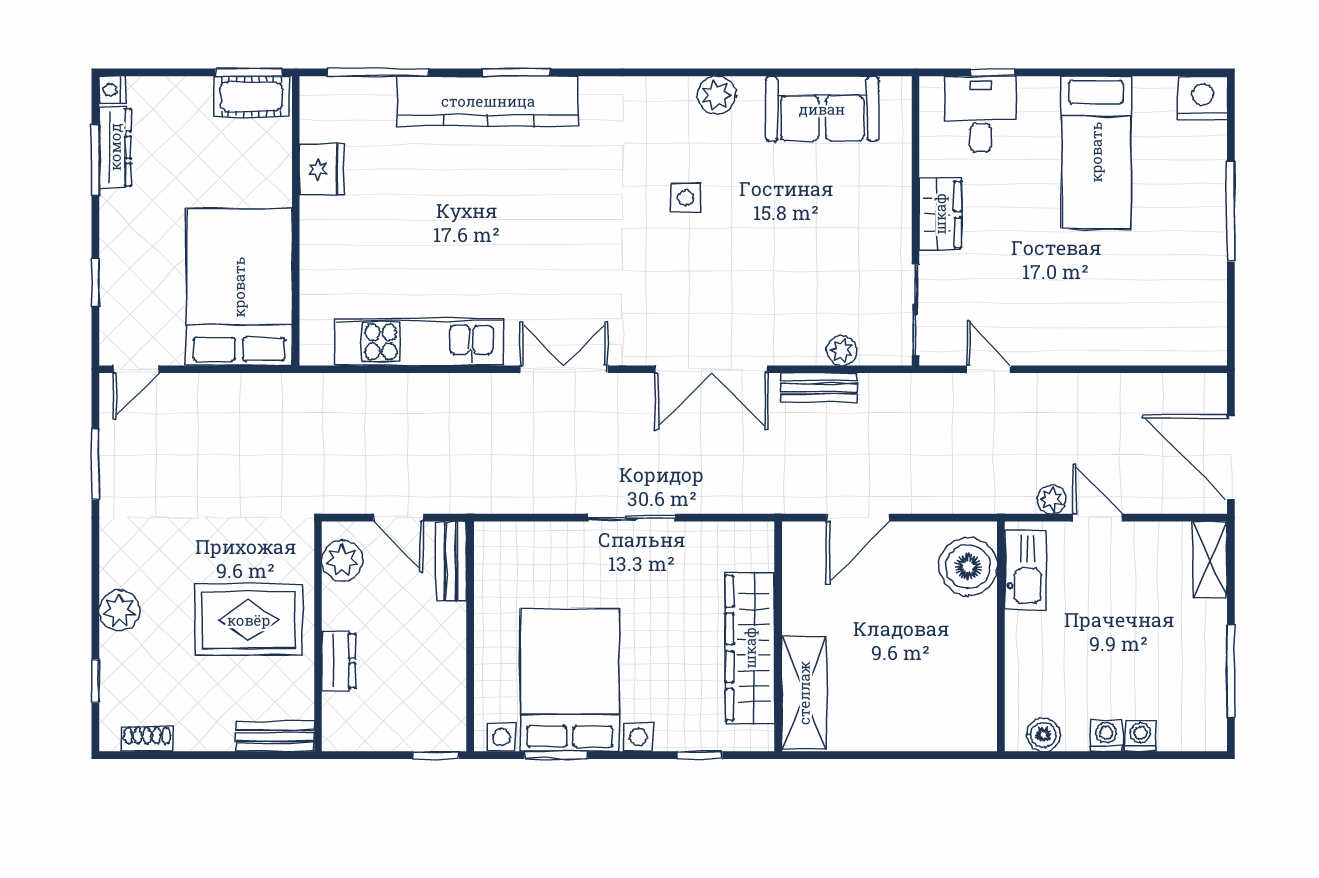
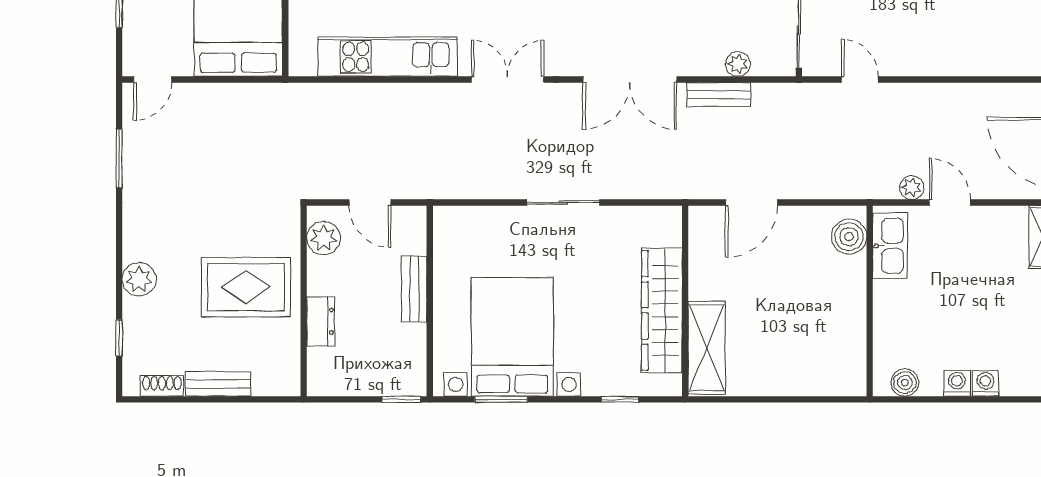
bench: (451, 561) -> (414, 289), moved
boiler: (968, 567) -> (849, 237), width x0.73, depth x0.73
bench: (275, 737) -> (218, 384), moved

